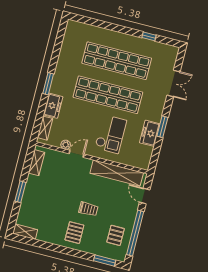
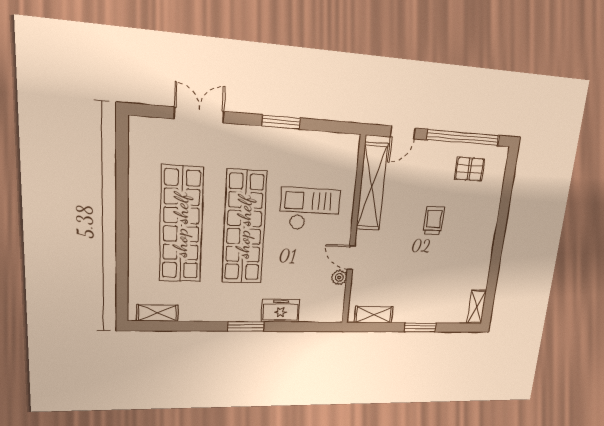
window: (149, 36) -> (122, 176), removed
shelving: (45, 128) -> (157, 313), moved
freezer: (150, 133) -> (297, 143), removed
pallet: (74, 233) -> (471, 234), removed
window: (105, 261) -> (509, 179), removed

